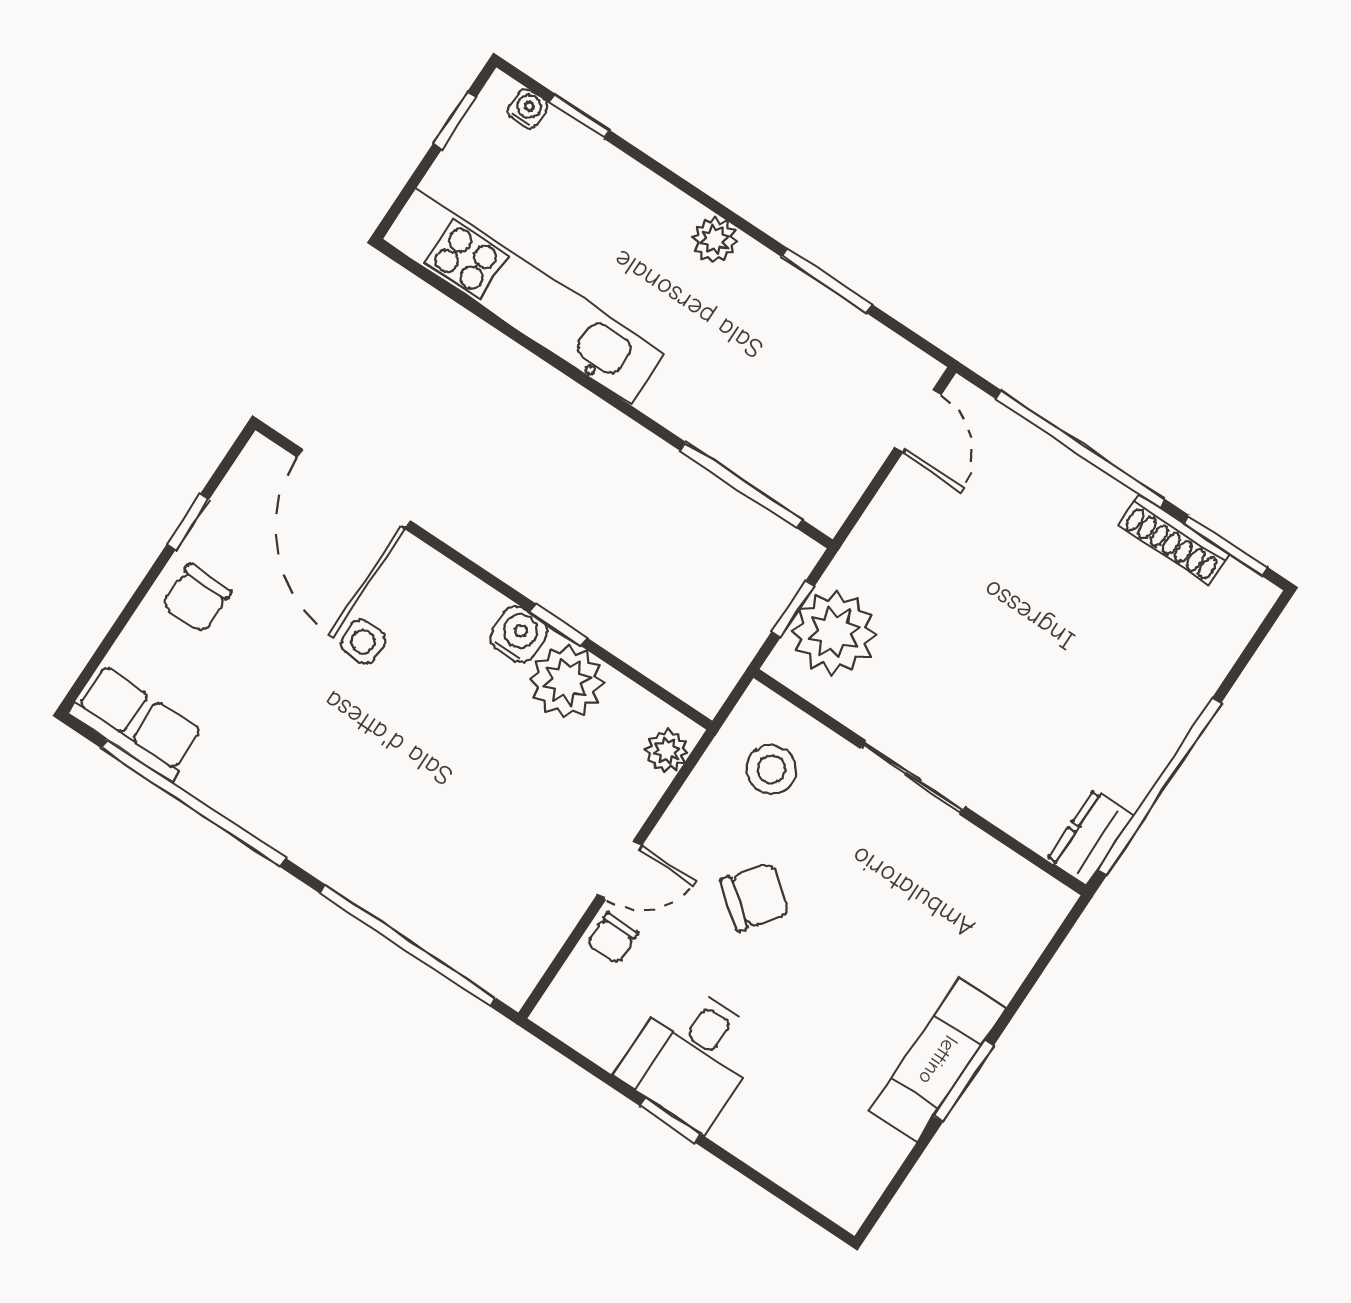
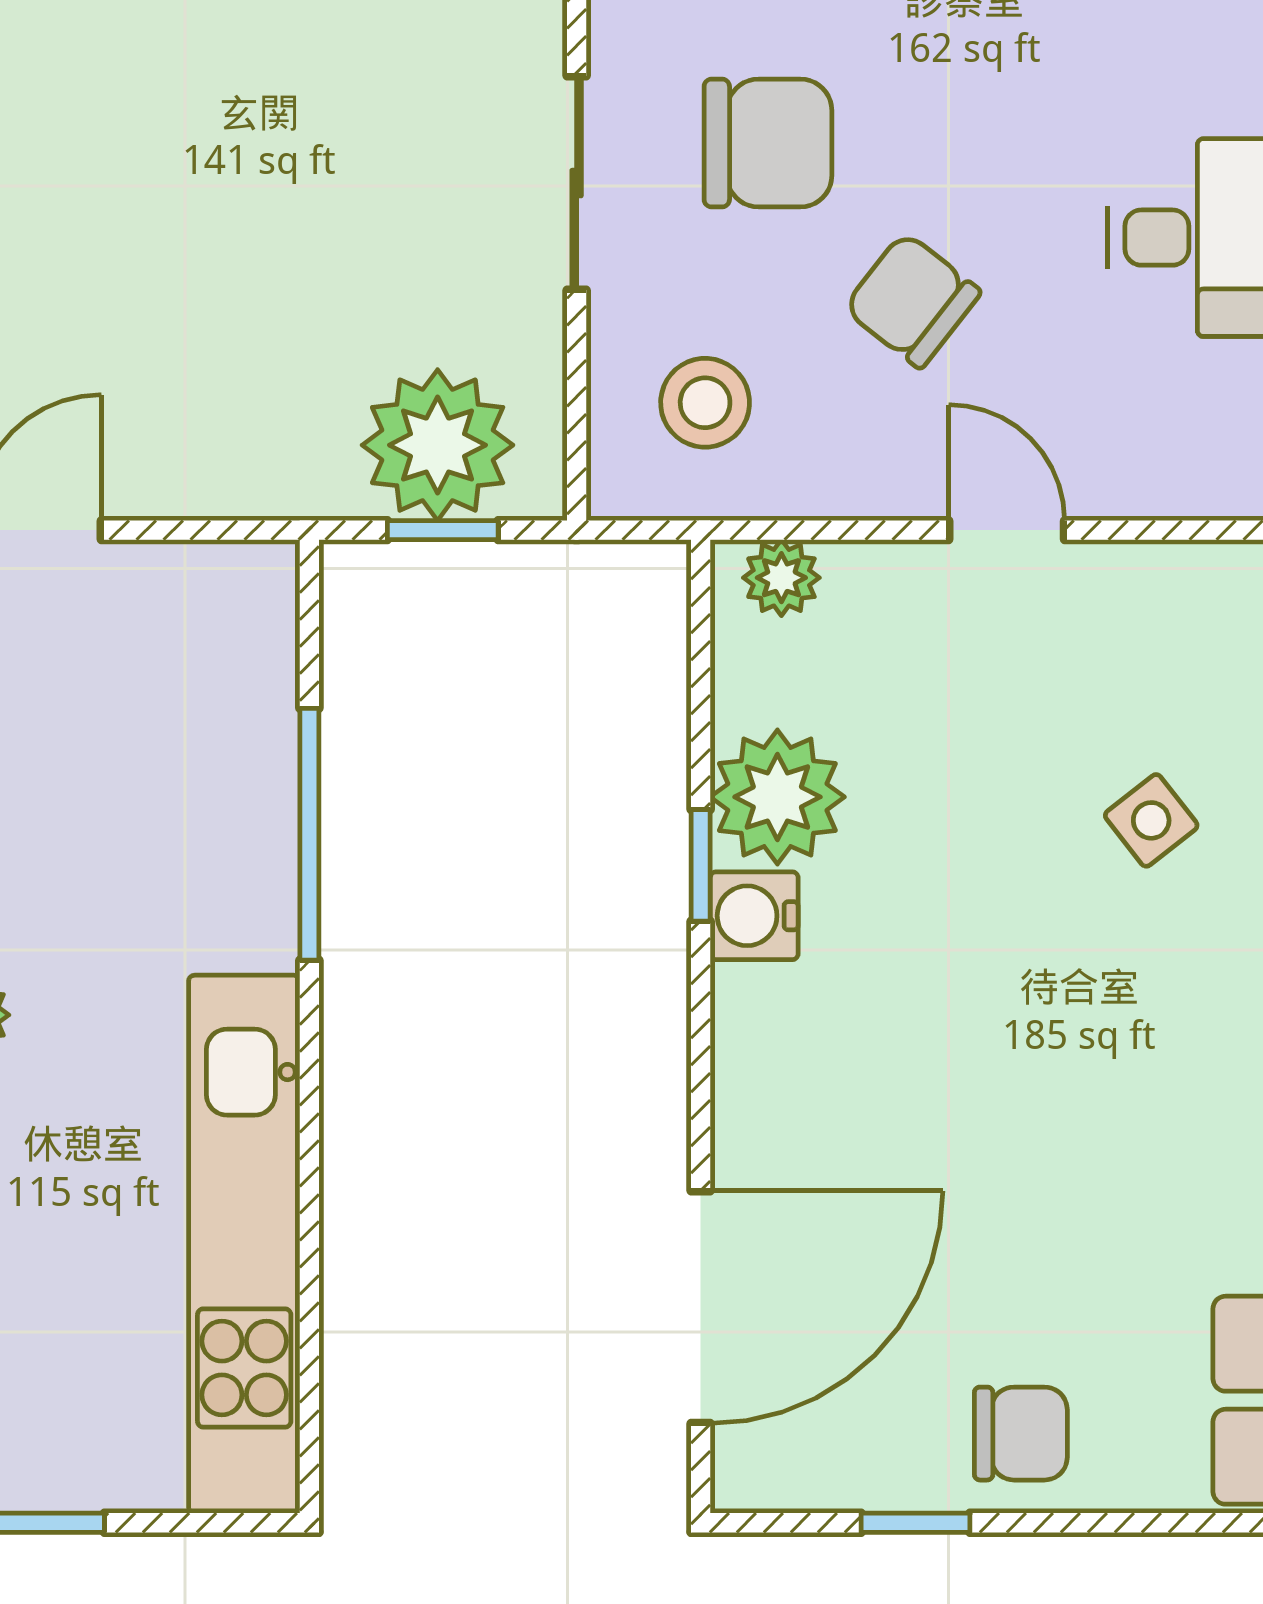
window: (741, 485) -> (309, 834), moved
side table: (363, 642) -> (1151, 820), moved, turned -38
chair: (612, 938) -> (768, 143), moved, width x1.87, depth x1.87

